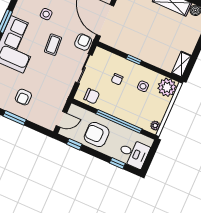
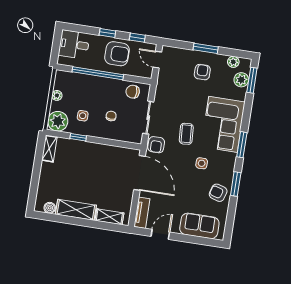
window: (134, 60) -> (78, 137), moved
door: (61, 119) -> (157, 60), hinge flipped
plant: (155, 126) -> (57, 95), moved
window: (117, 163) -> (107, 33), moved

